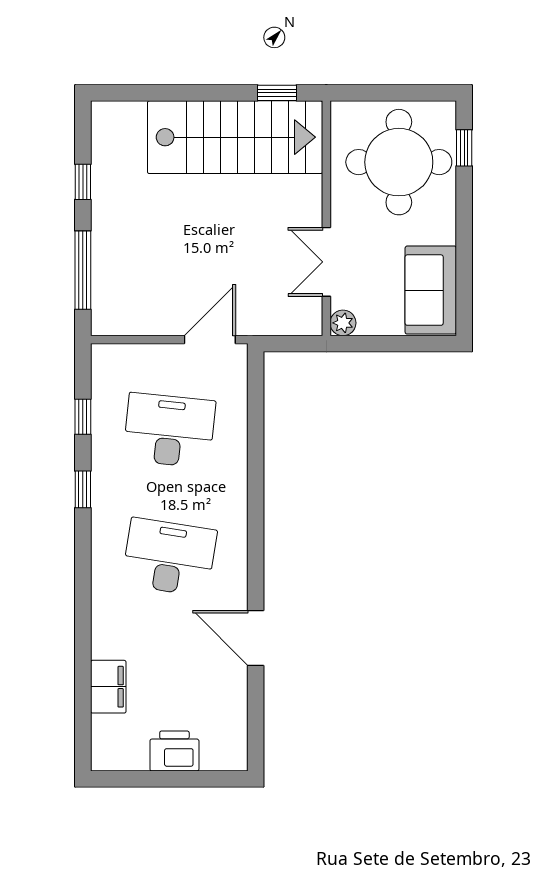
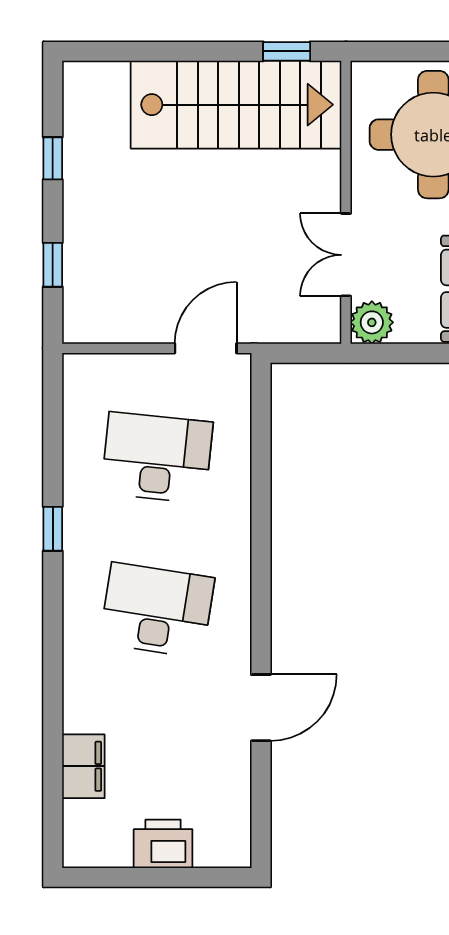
window: (83, 270) -> (53, 265), width x0.46
plant: (343, 323) -> (372, 322), width x1.38, depth x1.38
window: (83, 417) -> (53, 441), removed
door: (256, 638) -> (261, 708), swing flipped

